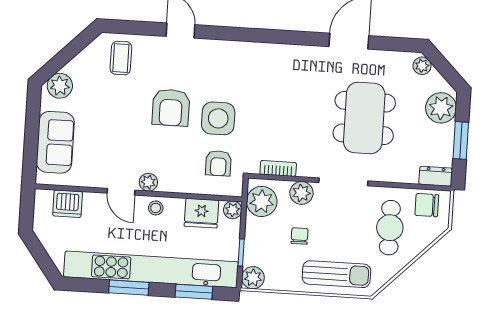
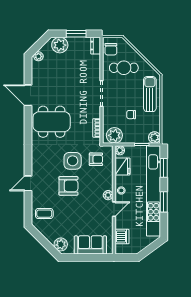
dining table: (364, 118) -> (52, 122), moved
plant: (301, 193) -> (109, 115), removed

